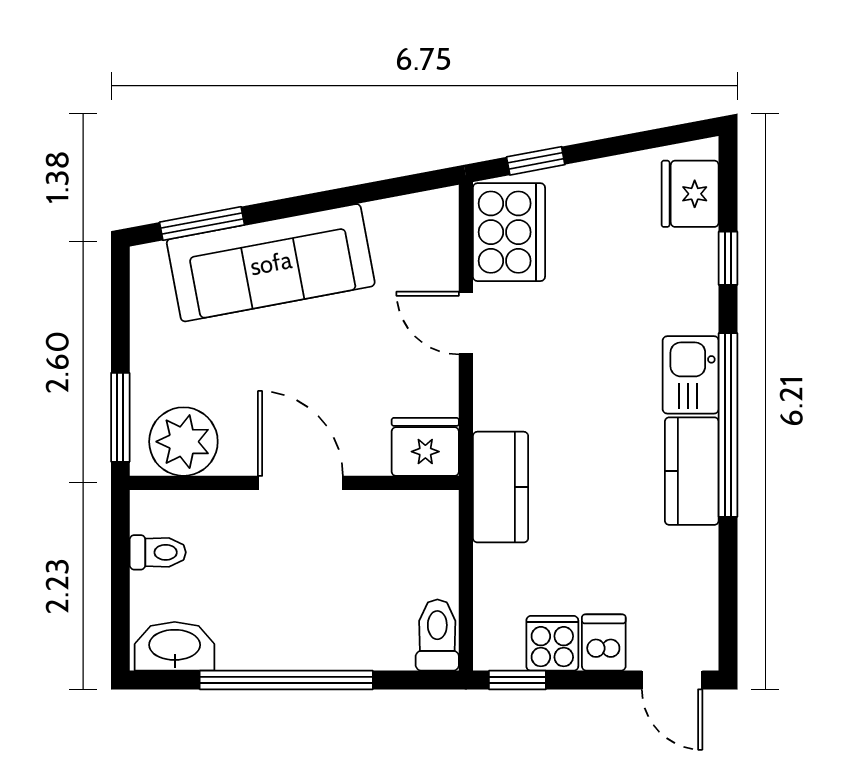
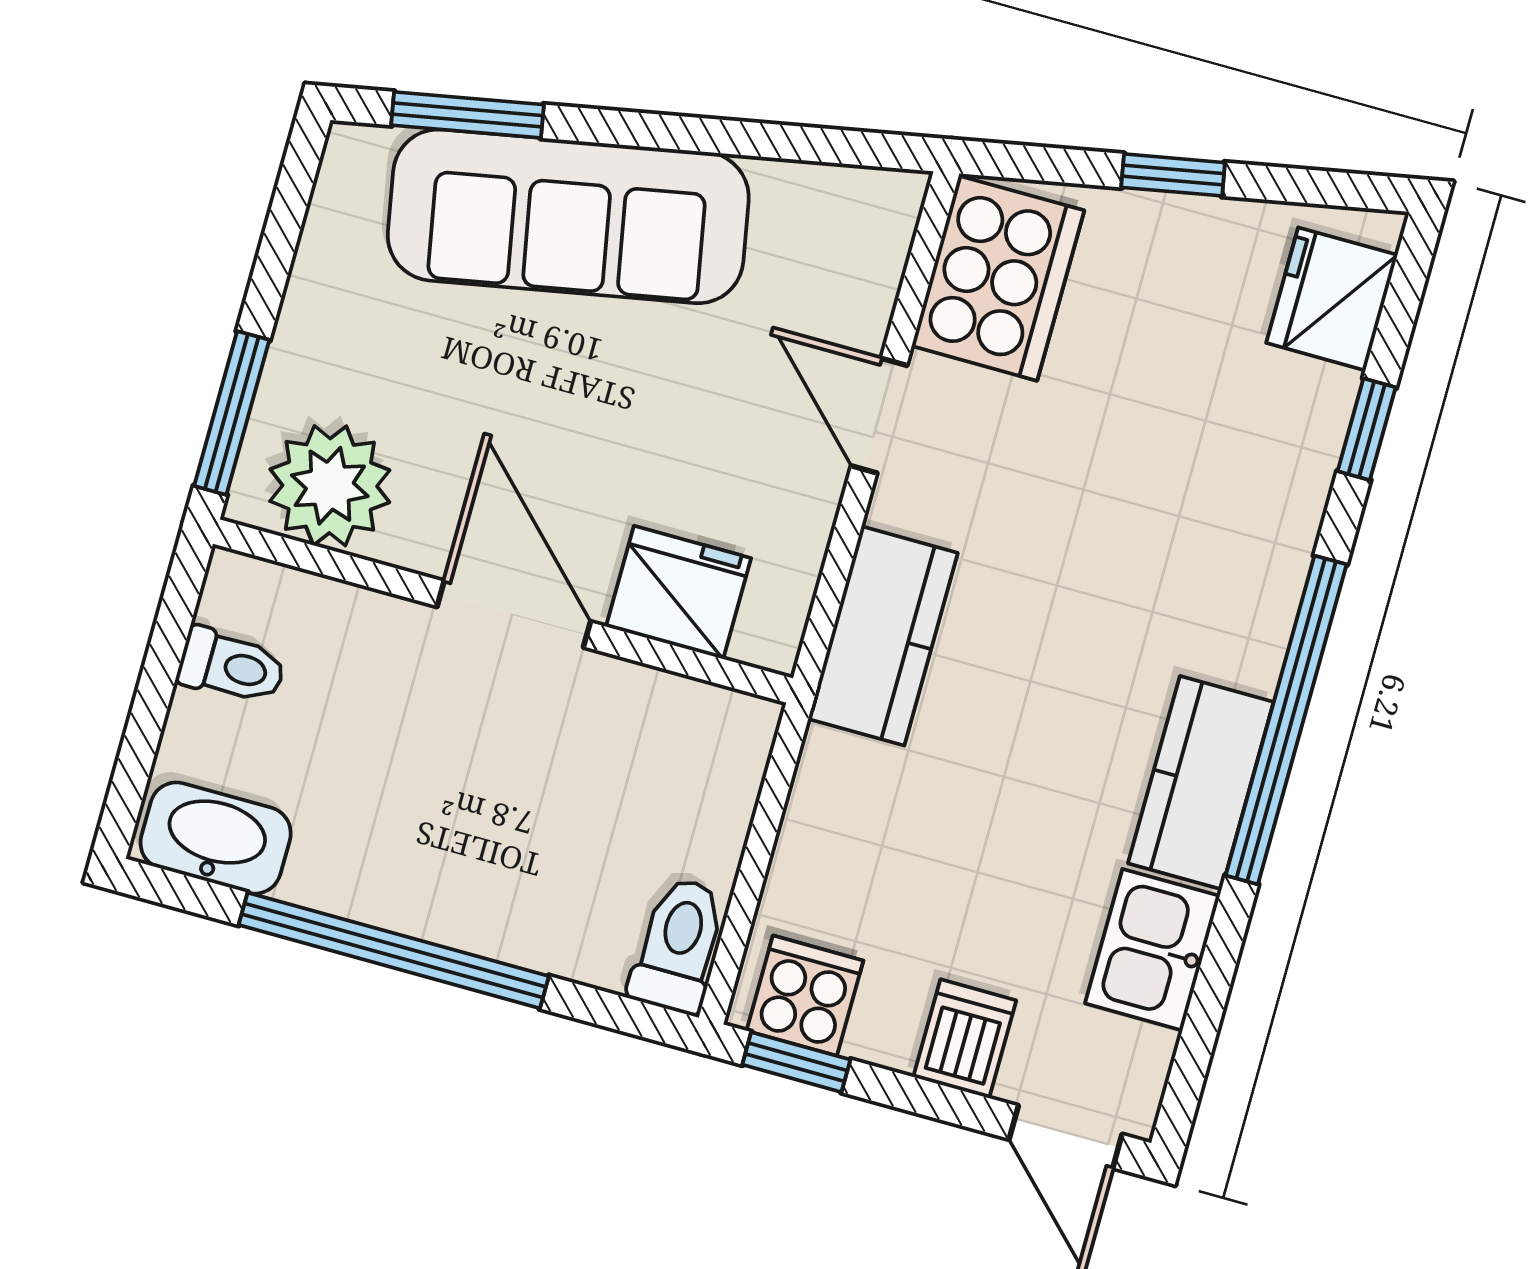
window: (536, 161) -> (1173, 175), moved
kitchen sink: (691, 375) -> (1152, 950), moved
fridge: (425, 447) -> (679, 592), moved
kitchen counter: (501, 487) -> (883, 636), moved
cooker: (552, 643) -> (805, 996), moved

